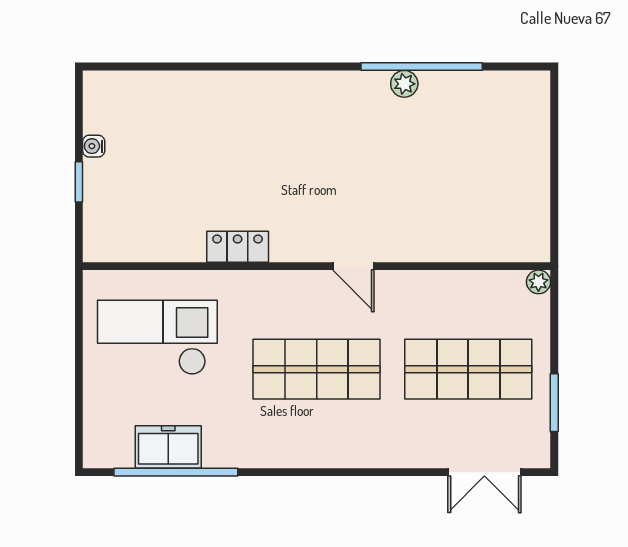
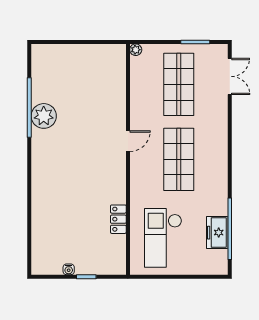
plant: (404, 84) -> (44, 116), width x1.88, depth x1.88
locker: (238, 247) -> (118, 219), moved

